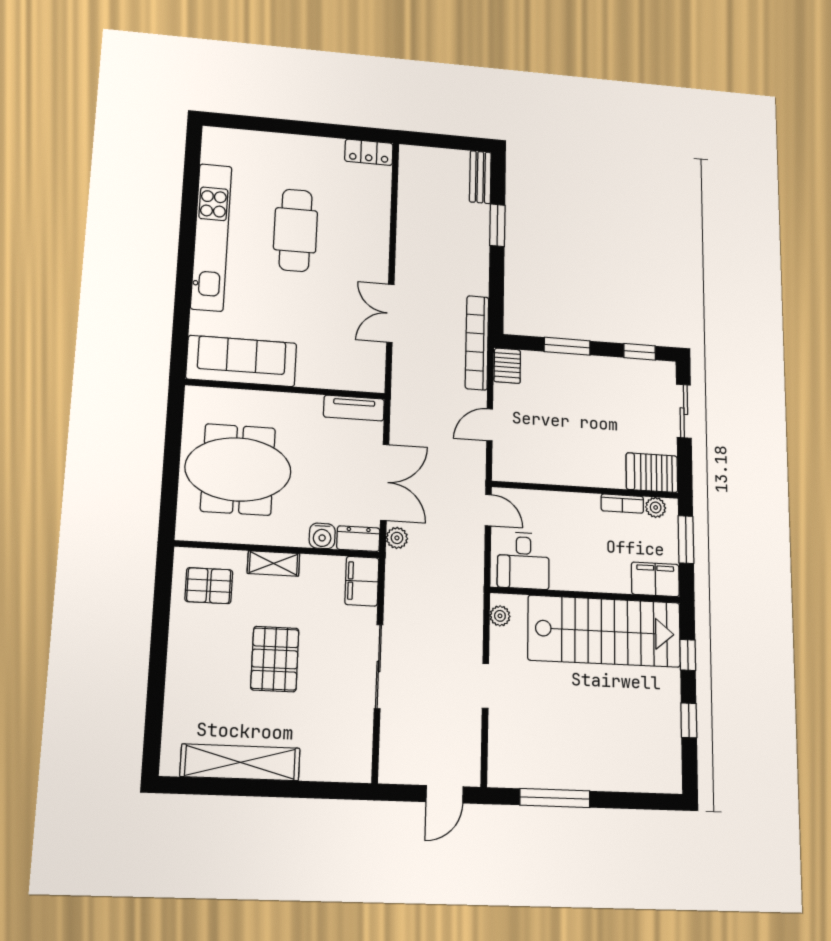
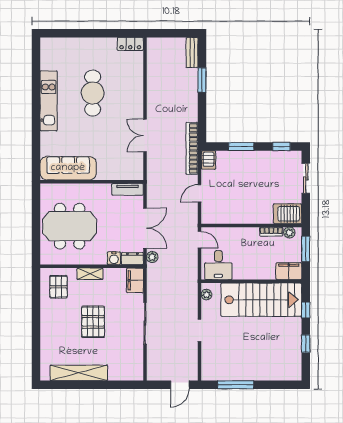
kitchen unit: (211, 237) -> (49, 101), width x0.73
pallet: (209, 586) -> (58, 287), turned 90

